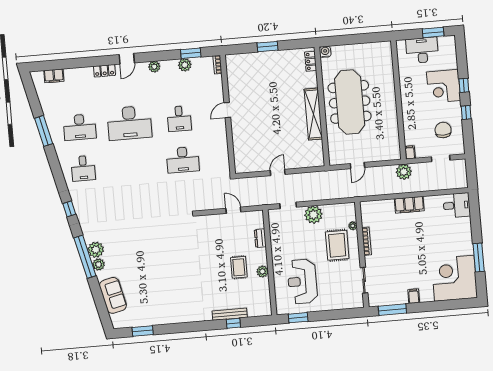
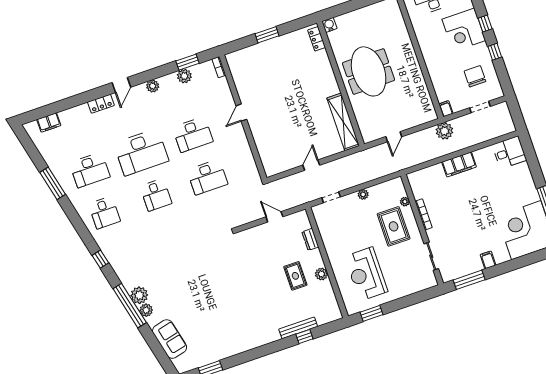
meeting table: (350, 102) -> (369, 71), width x0.73
shelving: (313, 114) -> (343, 122), moved
desk: (179, 119) -> (193, 134), width x1.37
desk: (133, 164) -> (156, 195), added
plant: (313, 215) -> (363, 194), width x0.53, depth x0.53

